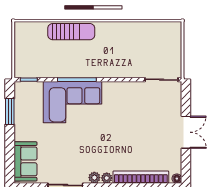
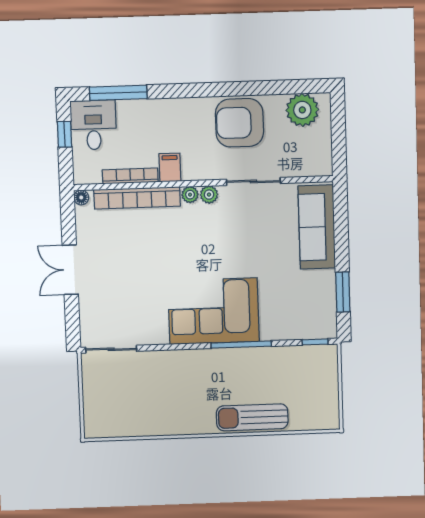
corner sofa: (73, 102) -> (213, 311), moved
sofa: (25, 161) -> (317, 227), width x1.36

